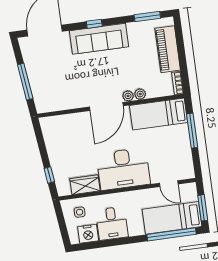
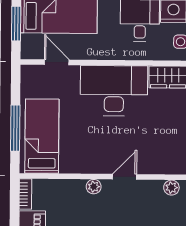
plant: (140, 94) -> (171, 188), moved
door: (106, 106) -> (125, 177), width x0.53
bed: (158, 114) -> (42, 136), moved, turned -90

